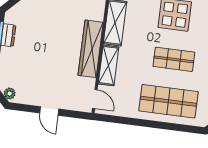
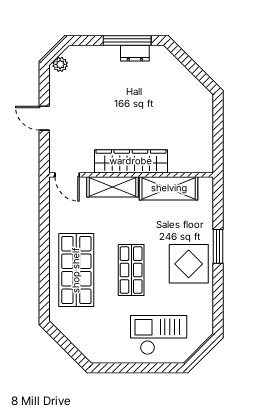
door: (95, 99) -> (67, 175), hinge flipped
door: (49, 111) -> (44, 118), hinge flipped

